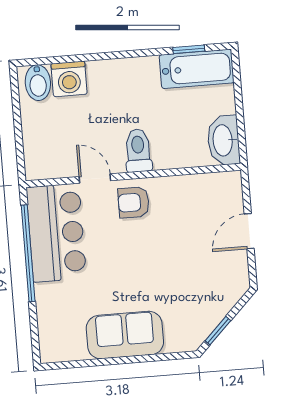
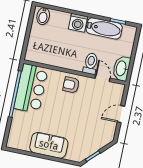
bathtub: (197, 69) -> (104, 28), moved
washing machine: (69, 79) -> (78, 23), moved
toilet: (138, 151) -> (91, 64), moved
door: (95, 179) -> (103, 78), moved

